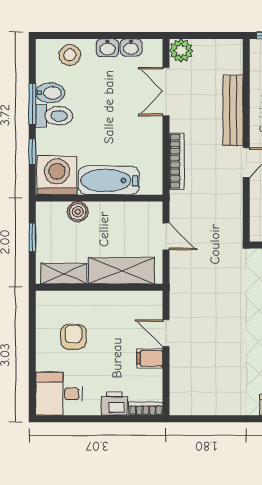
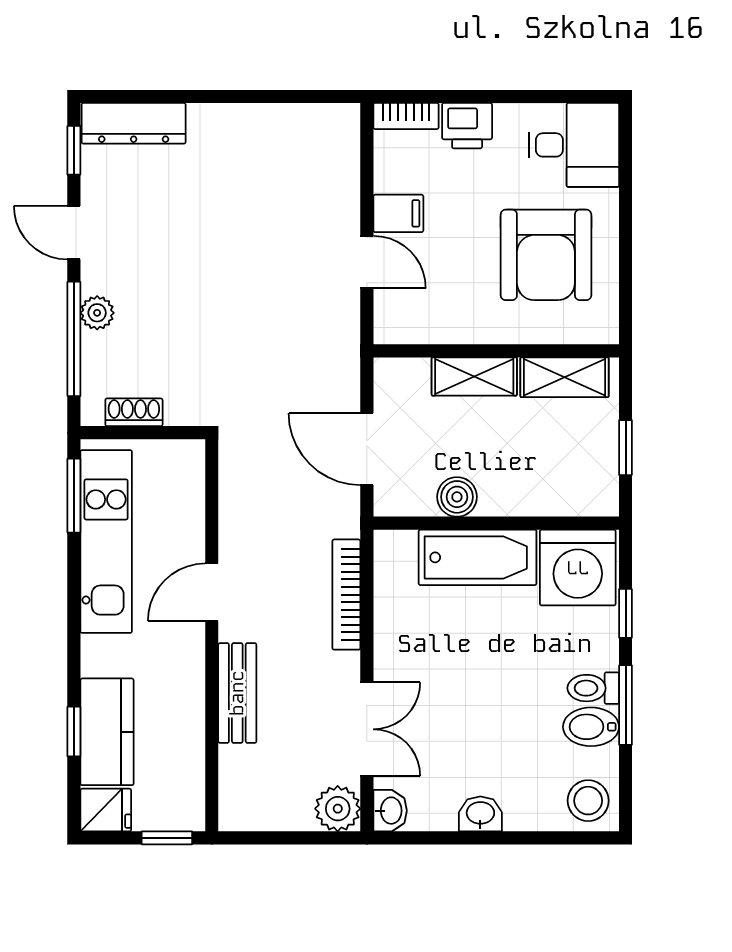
washbasin: (131, 47) -> (390, 811), moved, turned 90
stool: (70, 55) -> (588, 801), moved
bench: (233, 110) -> (237, 693), width x0.73
toilet: (54, 116) -> (593, 688), width x0.73, depth x0.72
boiler: (78, 212) -> (457, 497), moved
door: (166, 236) -> (367, 449), width x1.38
shelving: (122, 271) -> (474, 376), width x0.67, depth x0.75
armchair: (73, 337) -> (546, 255), width x1.88, depth x1.88

